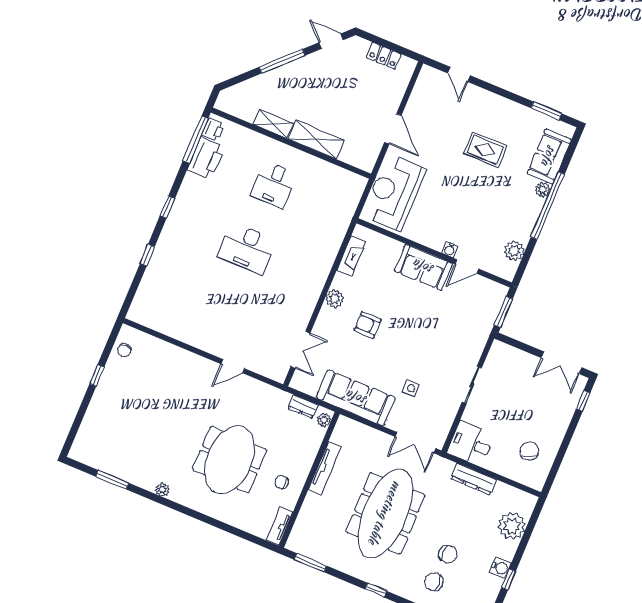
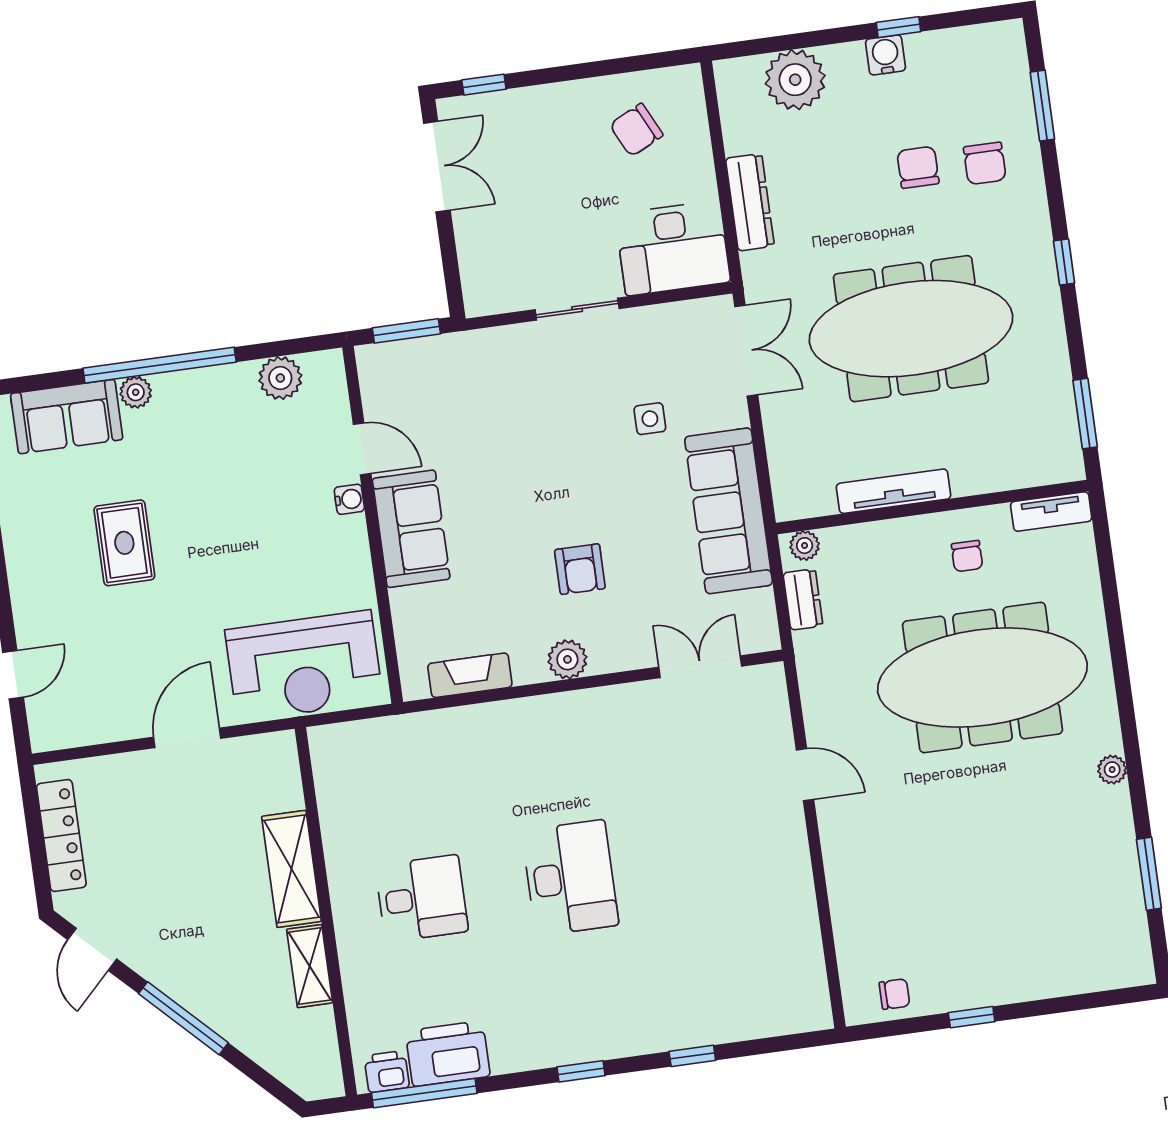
locker: (384, 56) -> (61, 836), width x1.53
desk: (471, 444) -> (673, 248), width x1.37
meeting table: (230, 460) -> (982, 677), width x1.36

